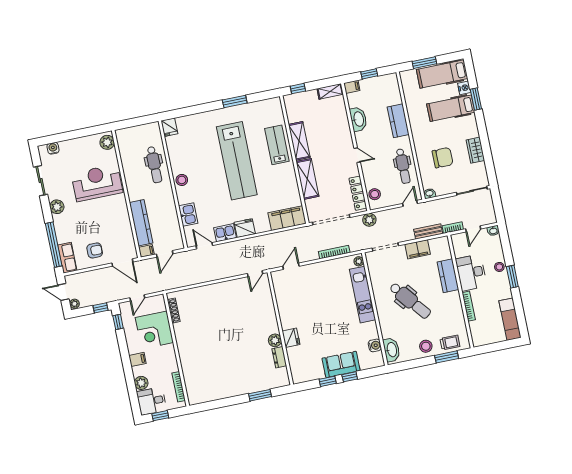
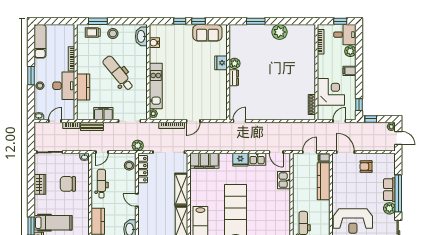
stool: (182, 180) -> (283, 209), removed
window: (54, 245) -> (398, 193), moved
row of seats: (67, 258) -> (389, 190), moved
door: (291, 266) -> (193, 121), moved
dresser: (279, 357) -> (234, 78), moved
sofa: (341, 364) -> (207, 33), moved
plant: (229, 388) -> (280, 32), added

